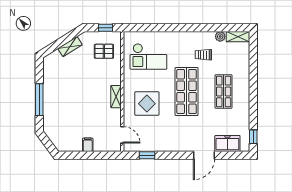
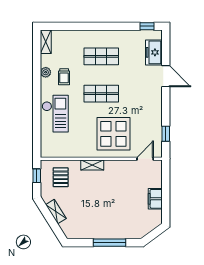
plant: (220, 36) -> (46, 72), moved
checkout: (148, 56) -> (55, 114), moved
shop shelf: (187, 91) -> (101, 94), width x0.70, depth x0.74
shelving: (116, 97) -> (92, 165), moved
display table: (147, 104) -> (113, 134), width x1.36, depth x1.36
filing cabinet: (88, 145) -> (155, 199), width x2.00

